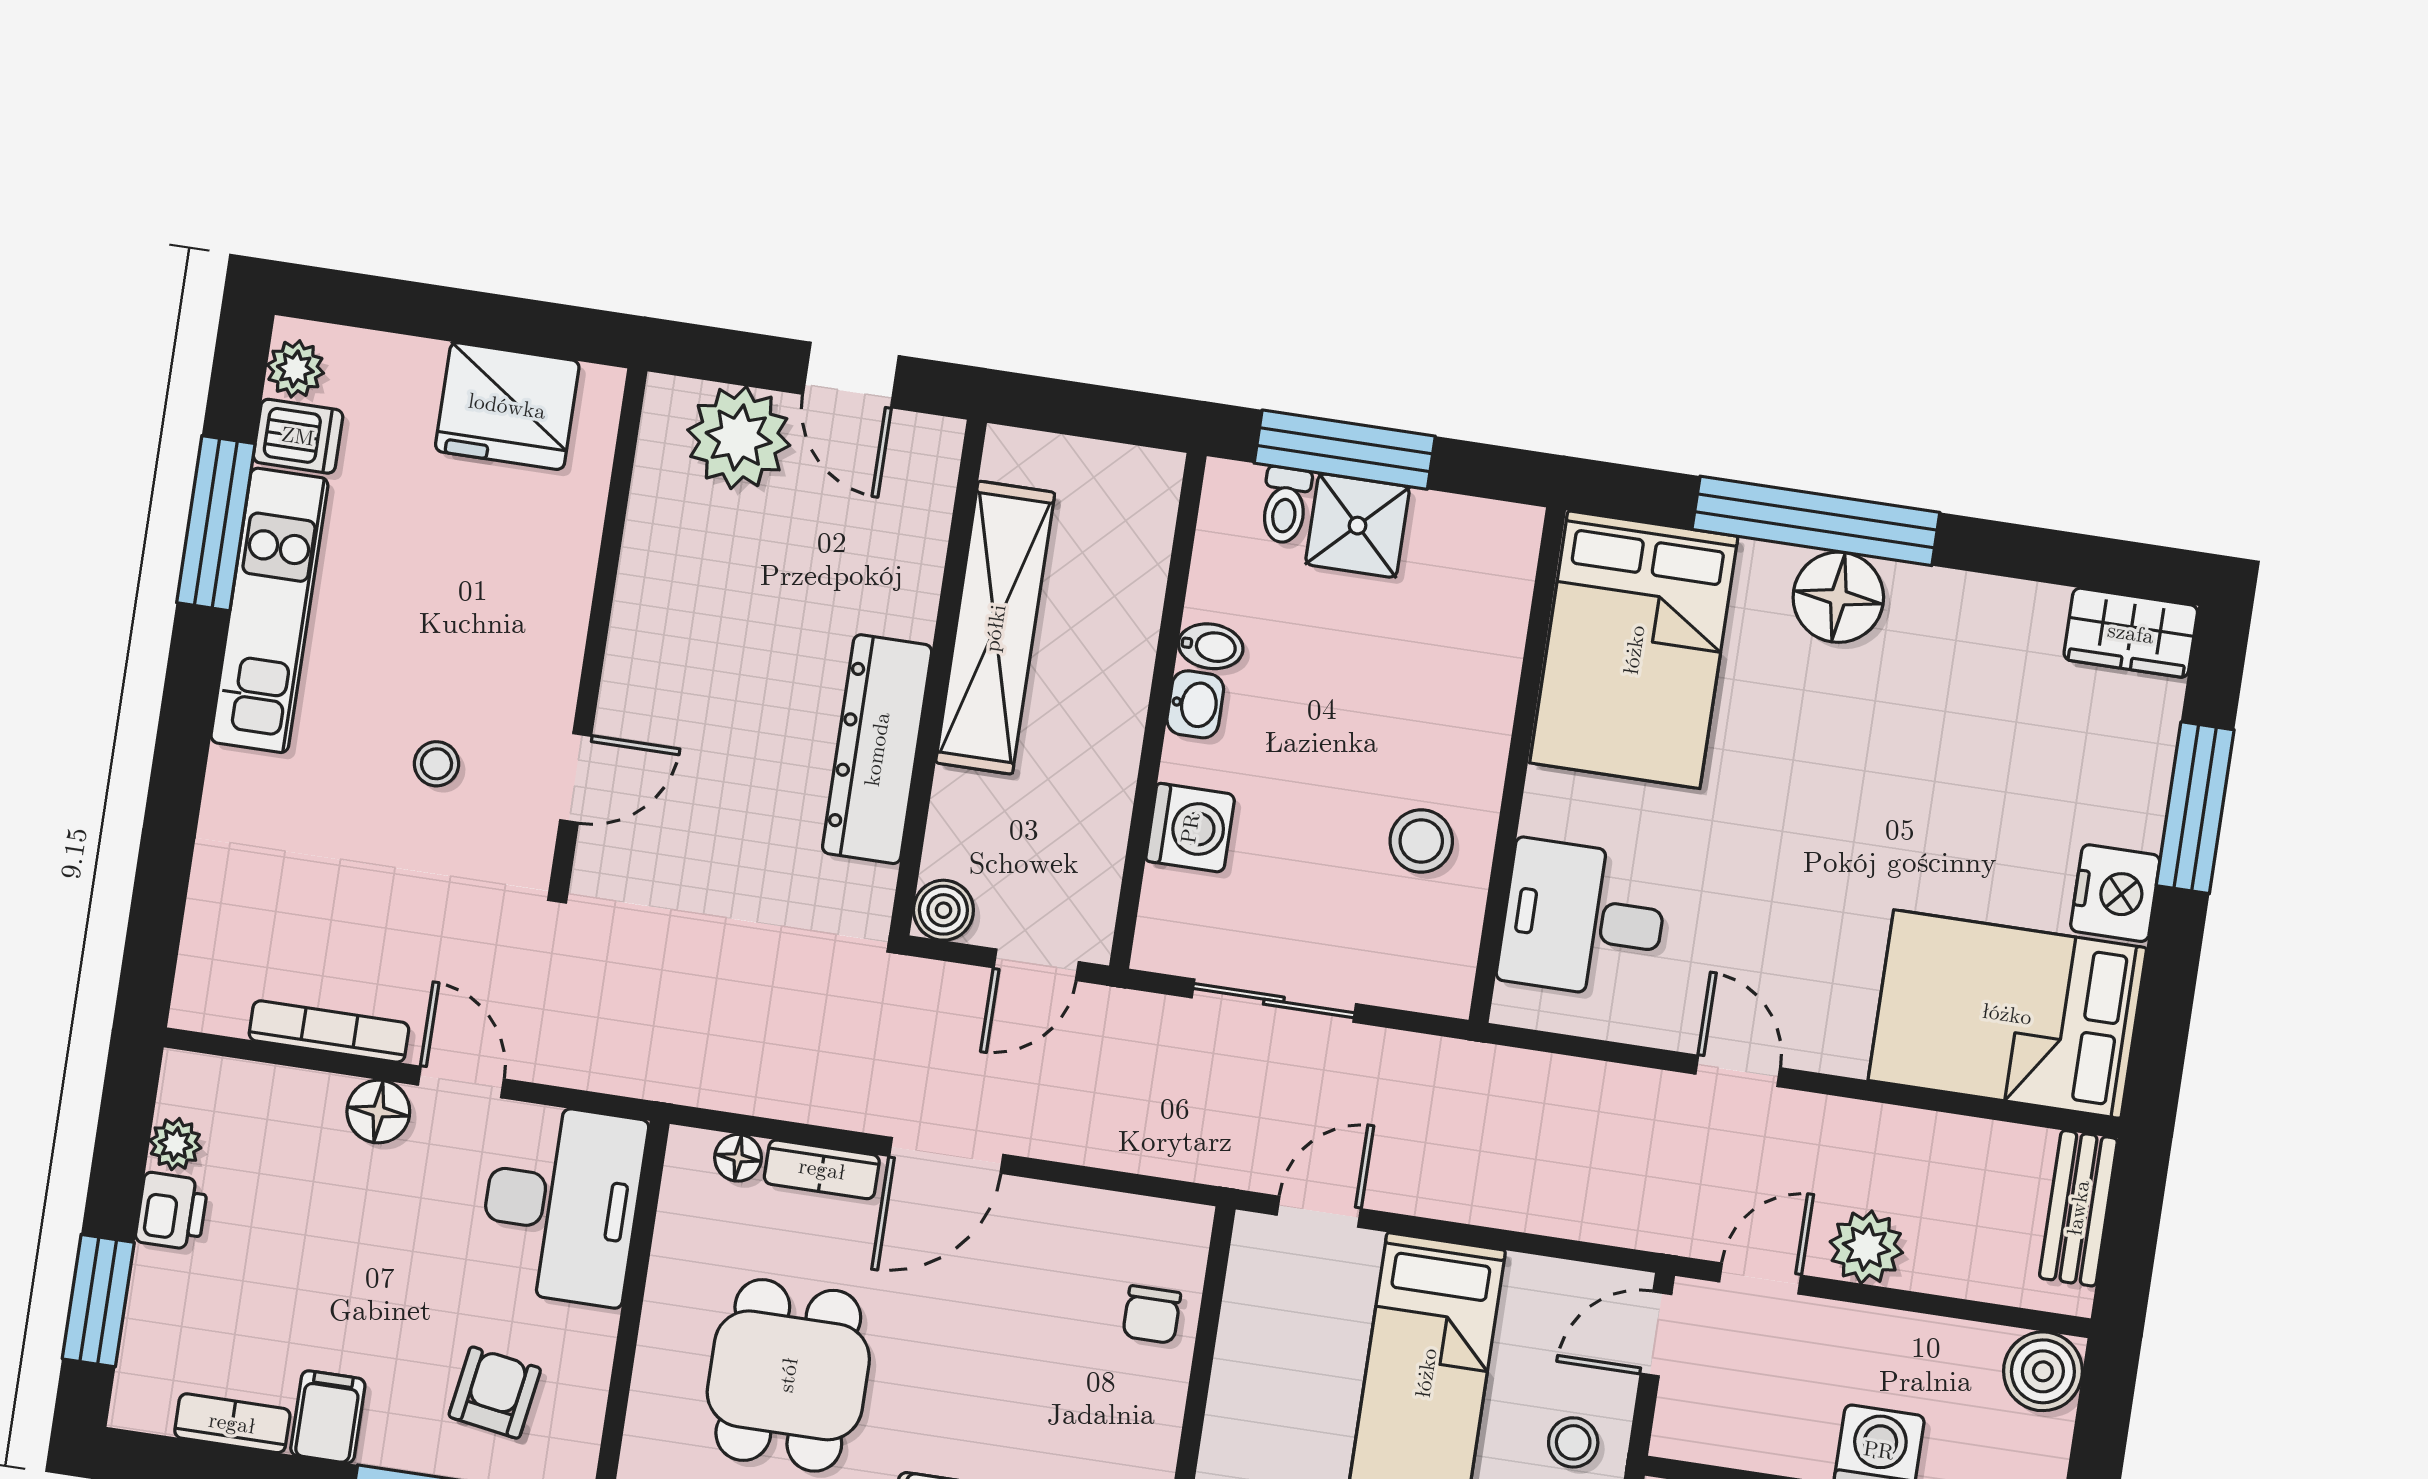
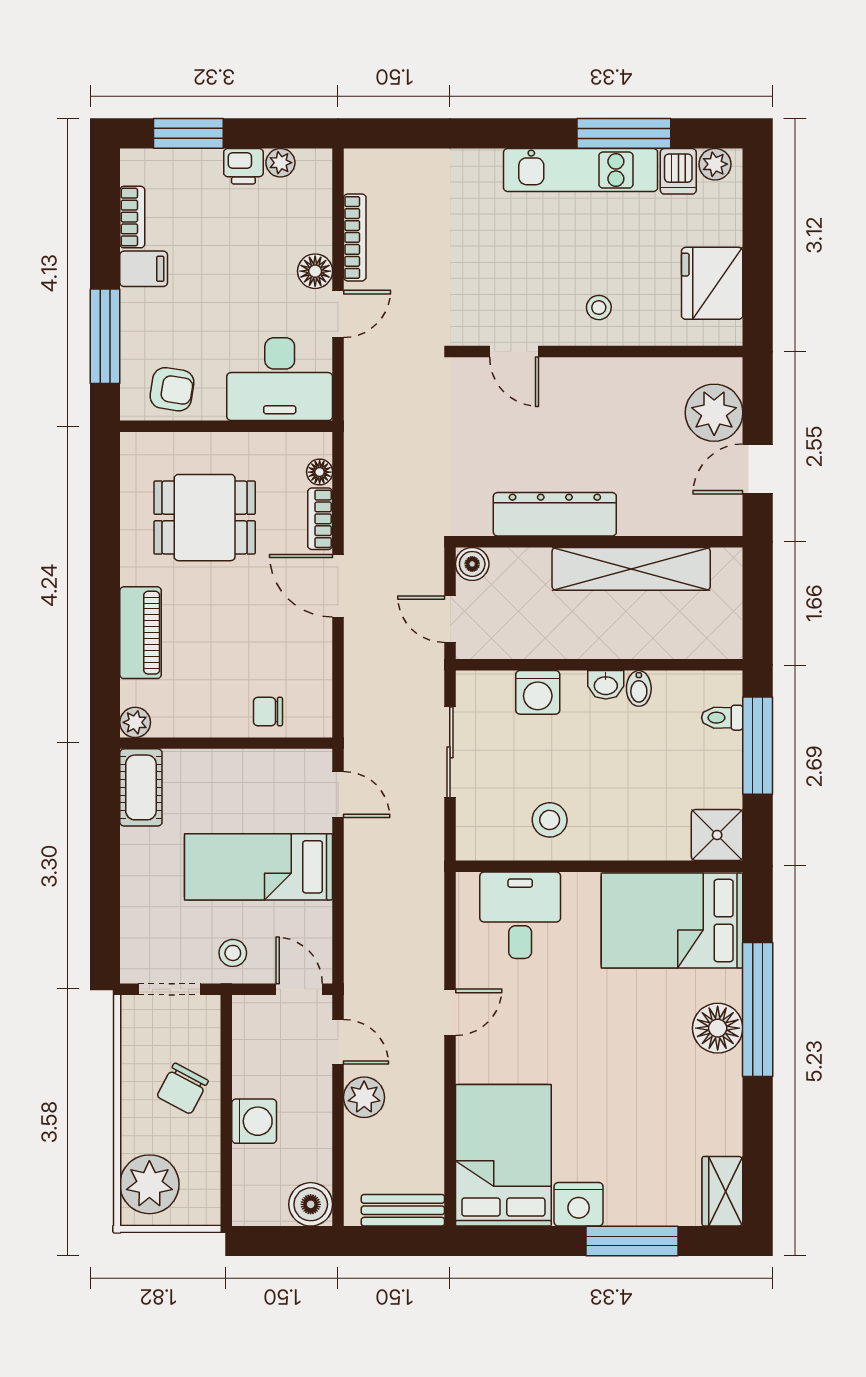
shower: (1357, 526) -> (717, 835), moved
stool: (437, 764) -> (599, 308), moved
armchair: (495, 1393) -> (172, 389), moved

